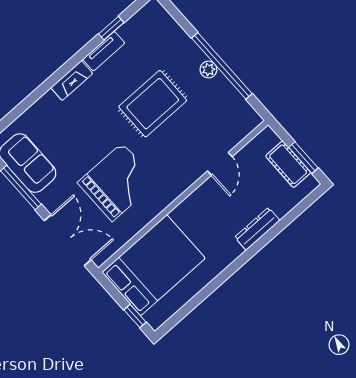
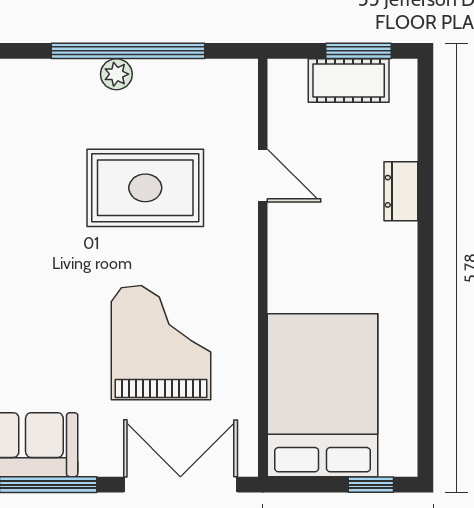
rug: (153, 104) -> (145, 188), moved, turned 90
dresser: (257, 229) -> (401, 191), width x0.70

